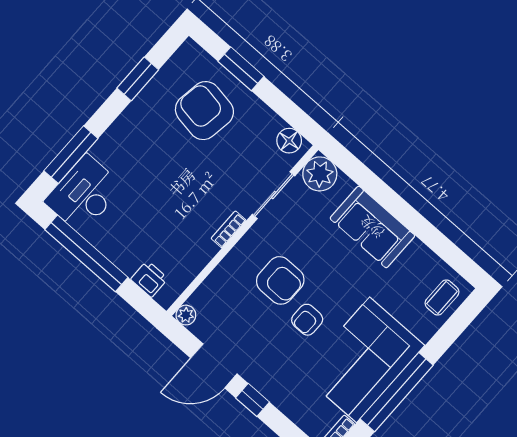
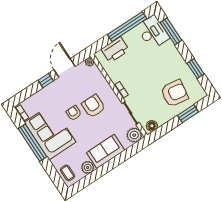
plant: (418, 257) -> (88, 167), added
printer: (149, 279) -> (115, 50), width x1.87, depth x1.48
armchair: (280, 280) -> (93, 106), turned 90

